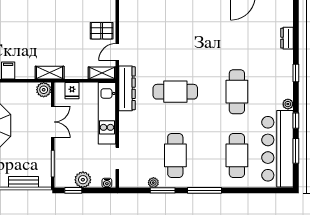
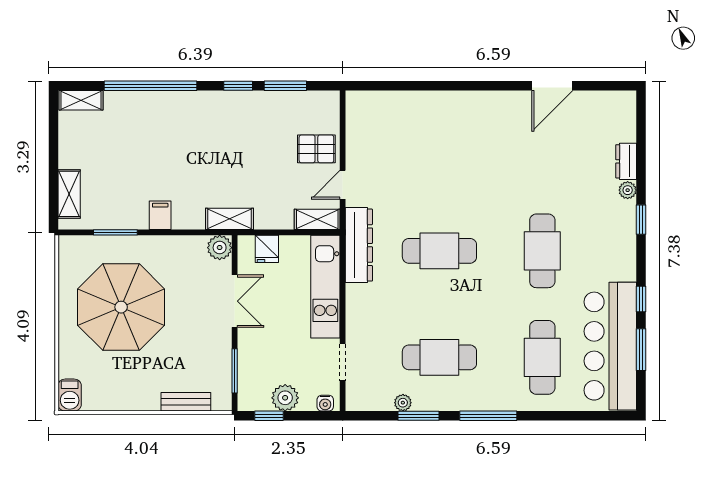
plant: (288, 104) -> (628, 190), moved
cafe table: (175, 155) -> (439, 357), turned 90

